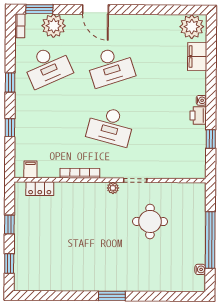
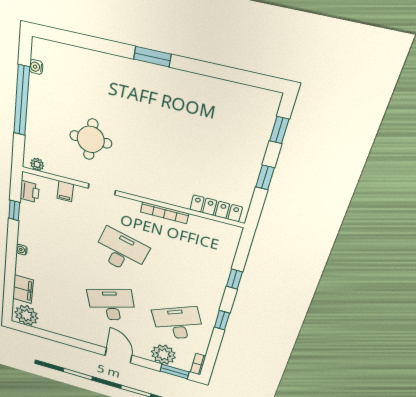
printer: (198, 115) -> (30, 192), moved
filing cabinet: (30, 169) -> (65, 191), moved
plant: (113, 188) -> (37, 164), moved
locker: (40, 189) -> (216, 208), width x1.53

